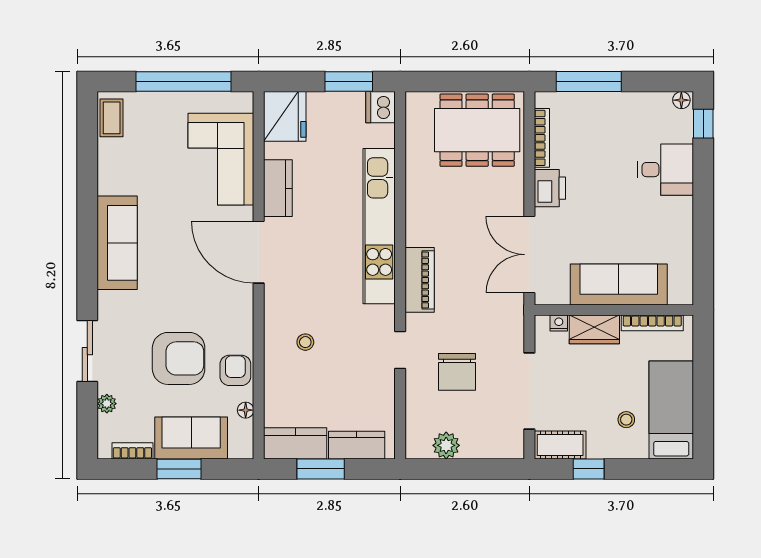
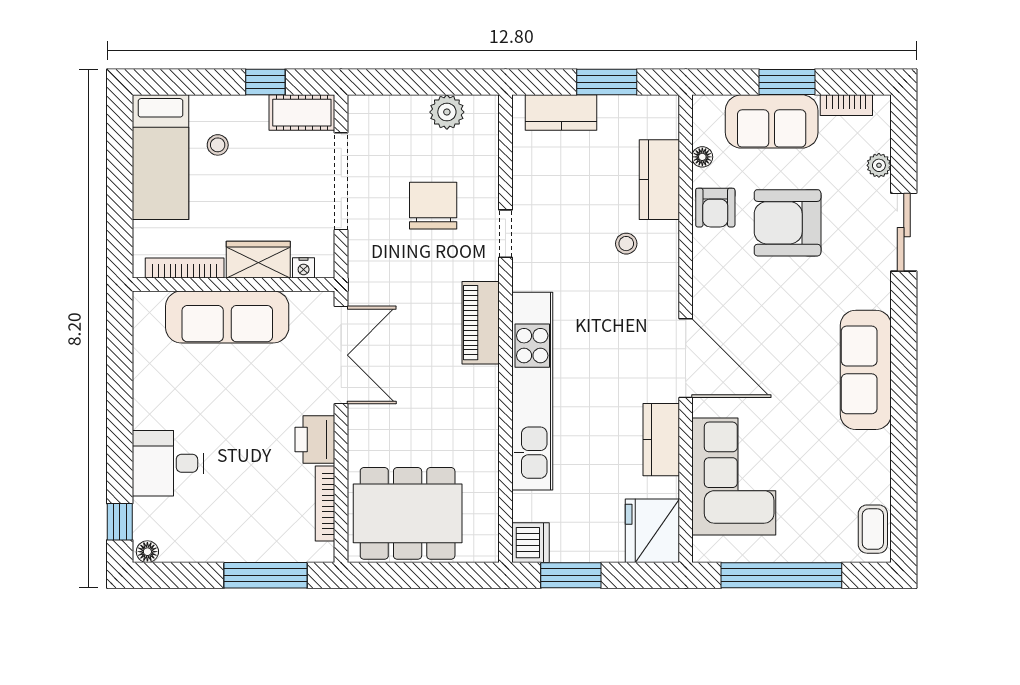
kitchen counter: (295, 443) -> (659, 180), moved, turned 90

